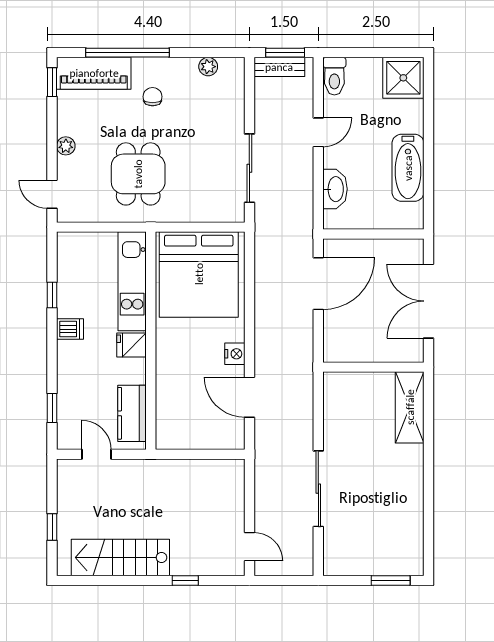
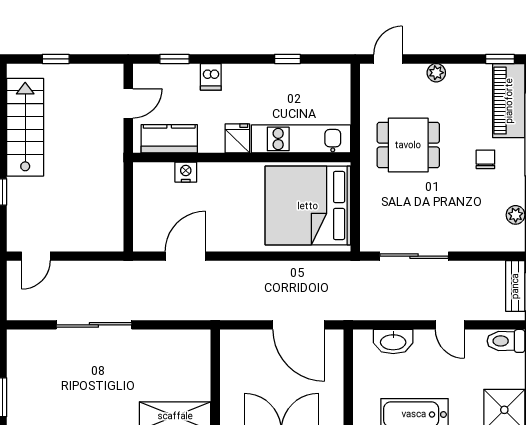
chair: (153, 97) -> (485, 159), turned -90
dishwasher: (70, 329) -> (211, 77), moved
nightstand: (235, 354) -> (186, 172), moved, turned 180

